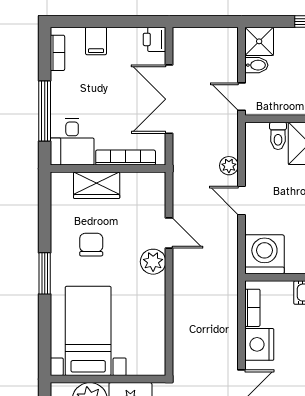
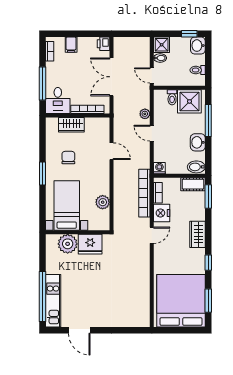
washing machine: (264, 254) -> (159, 168), width x0.53, depth x0.53
plant: (153, 262) -> (103, 202), moved
bookcase: (228, 309) -> (144, 193), added

